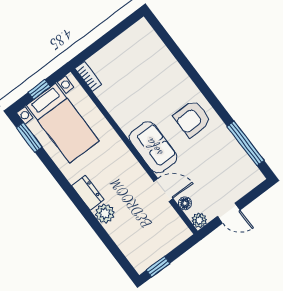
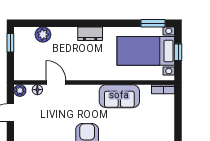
sofa: (153, 147) -> (119, 96), moved
door: (163, 190) -> (56, 82), swing flipped
plant: (105, 213) -> (43, 35), moved

